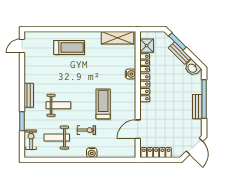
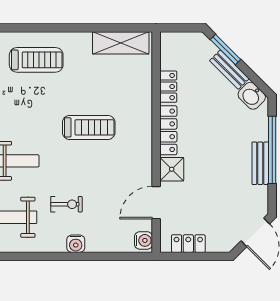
shower: (147, 46) -> (172, 169), moved
water cooler: (130, 74) -> (143, 240), moved
treadmill: (103, 104) -> (89, 127), moved, turned 90
locker: (156, 153) -> (188, 244), width x0.66

